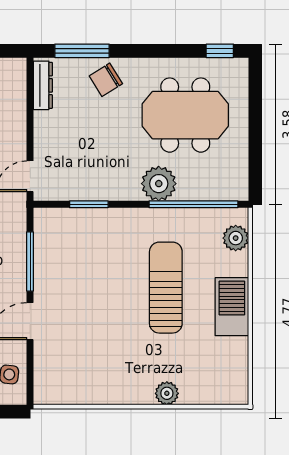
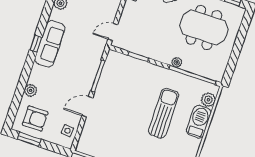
plant: (159, 184) -> (177, 62), width x0.53, depth x0.53
barbecue: (232, 307) -> (199, 122), moved

